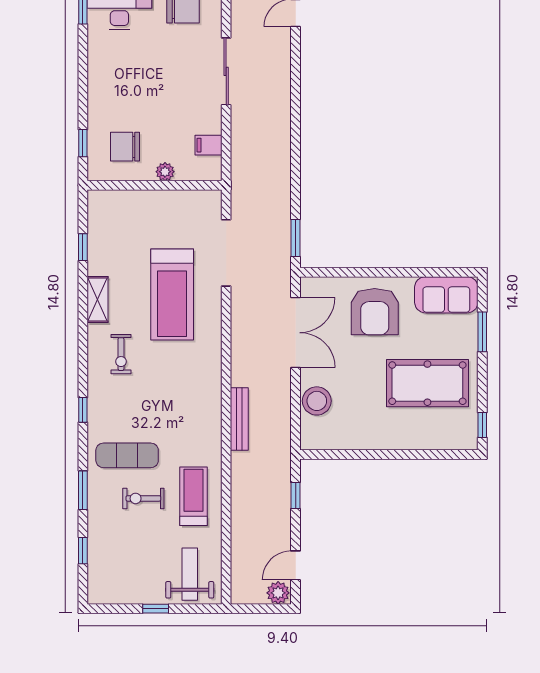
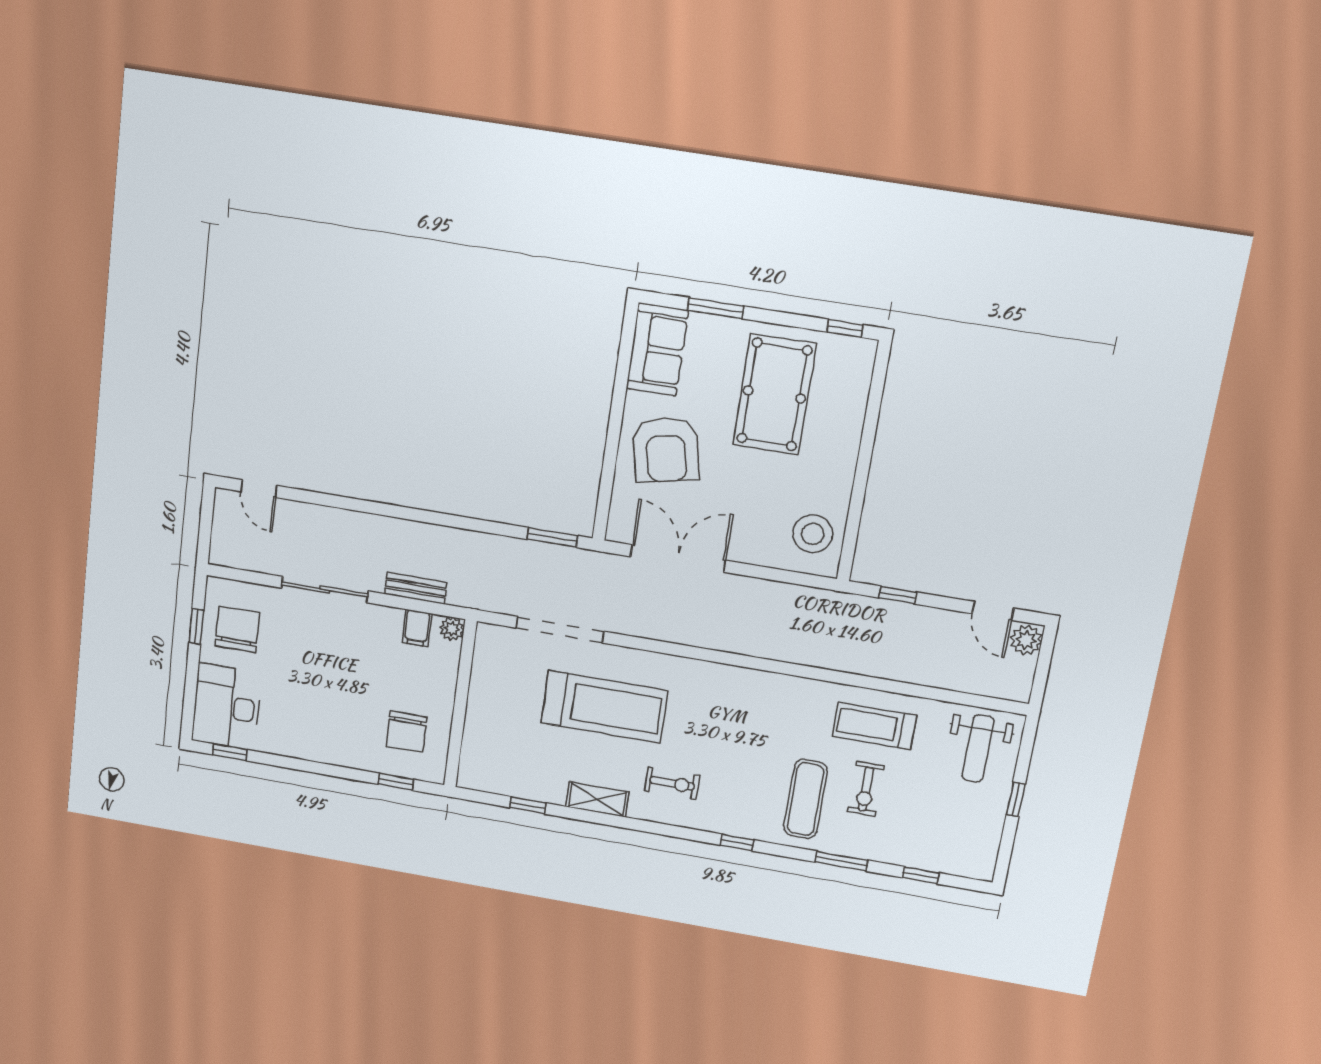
plant: (165, 172) -> (452, 629), moved
armchair: (375, 312) -> (666, 450), turned 78
stool: (317, 401) -> (813, 534), moved
bench: (239, 419) -> (416, 588), moved, width x0.73
weight bench: (190, 574) -> (978, 749), turned -90

